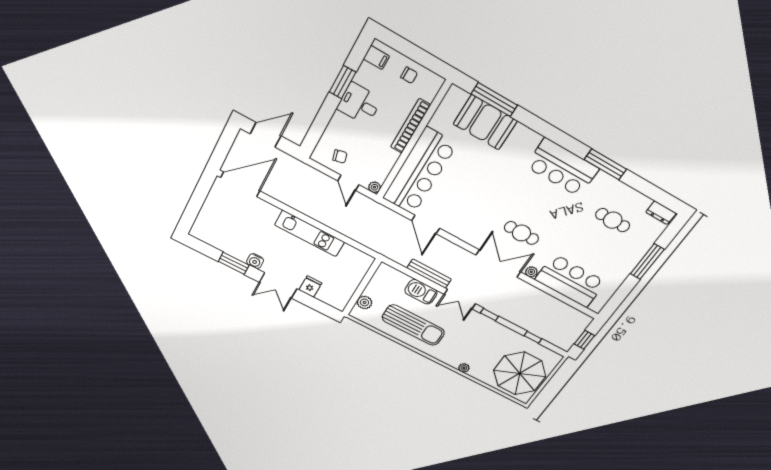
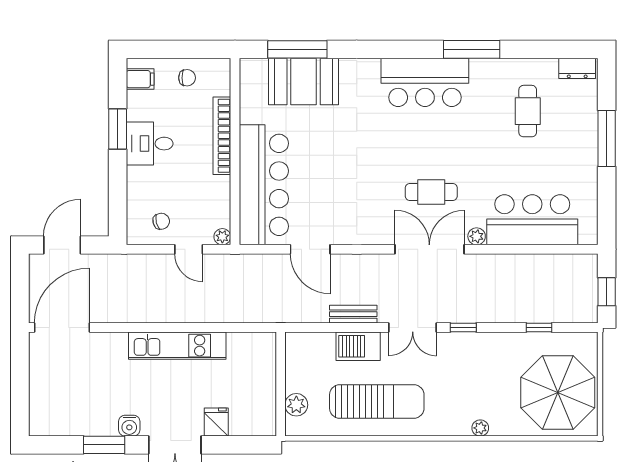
cafe table: (613, 220) -> (528, 111), turned 90
bench: (429, 274) -> (353, 314), width x0.73

